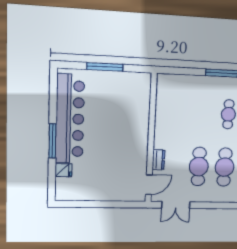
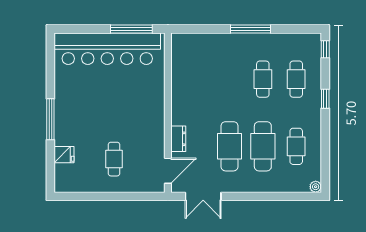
window: (105, 67) -> (131, 29), moved
bar counter: (70, 119) -> (107, 49), moved, turned 90
cafe table: (105, 175) -> (114, 159), added

